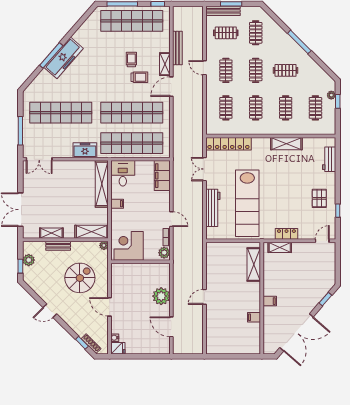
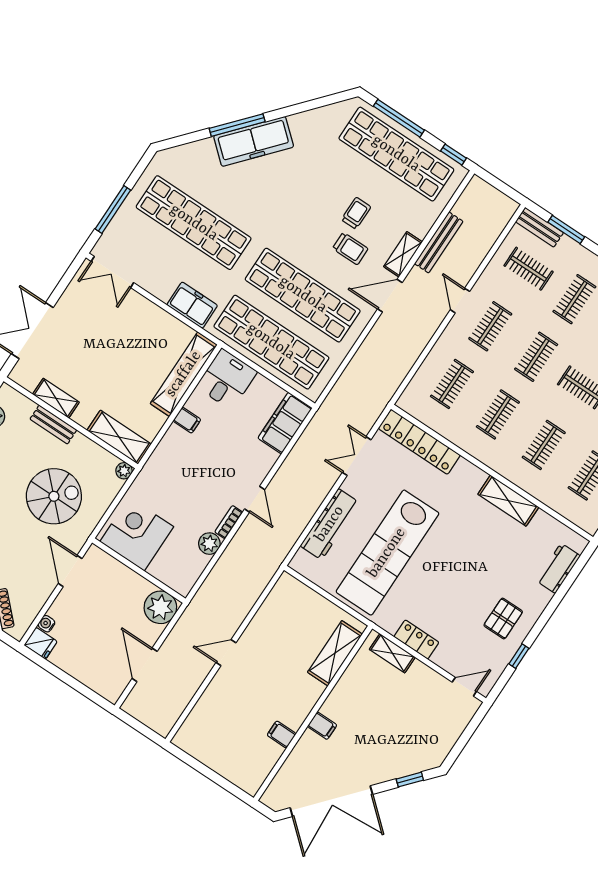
bench: (223, 11) -> (539, 227), width x0.73
corner desk: (129, 246) -> (137, 534), moved
wall: (140, 262) -> (139, 571), moved

